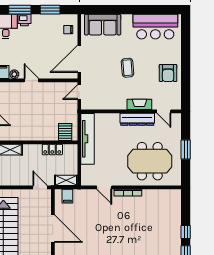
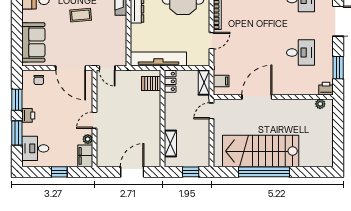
printer: (24, 20) -> (28, 115), moved
locker: (52, 149) -> (170, 81), moved

